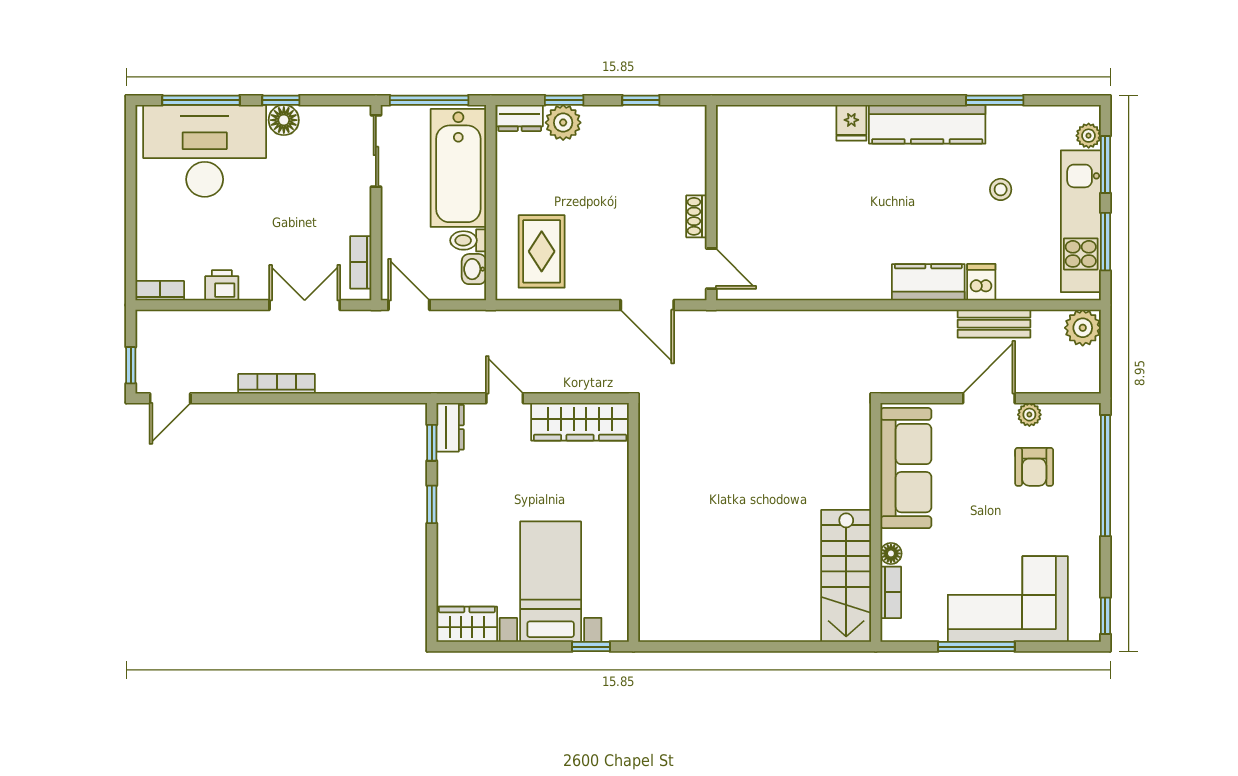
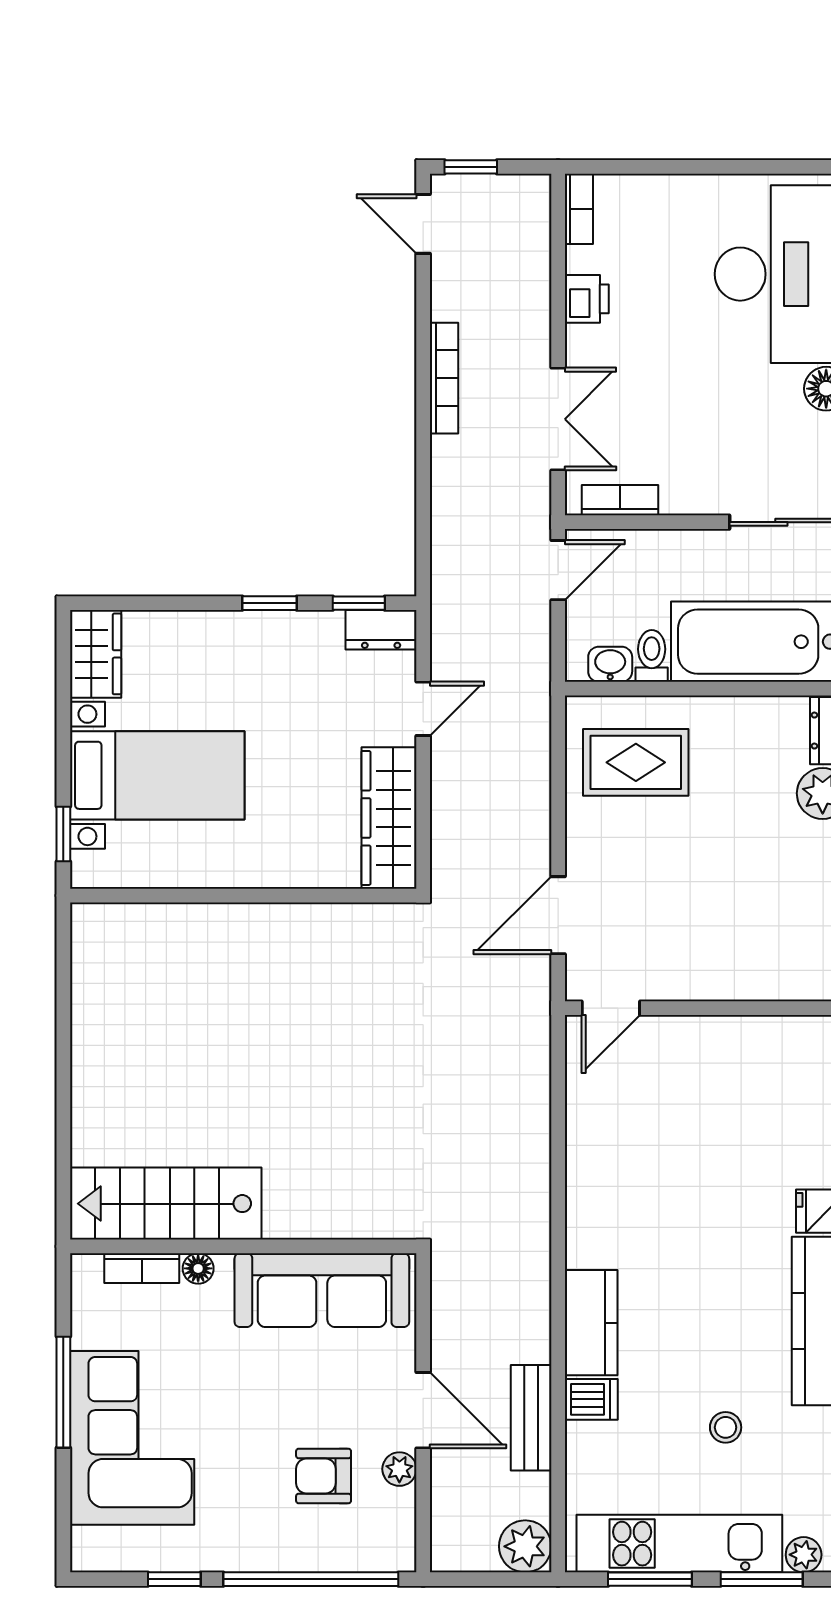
shoe rack: (696, 216) -> (687, 987), removed
window: (1105, 616) -> (174, 1579), moved

